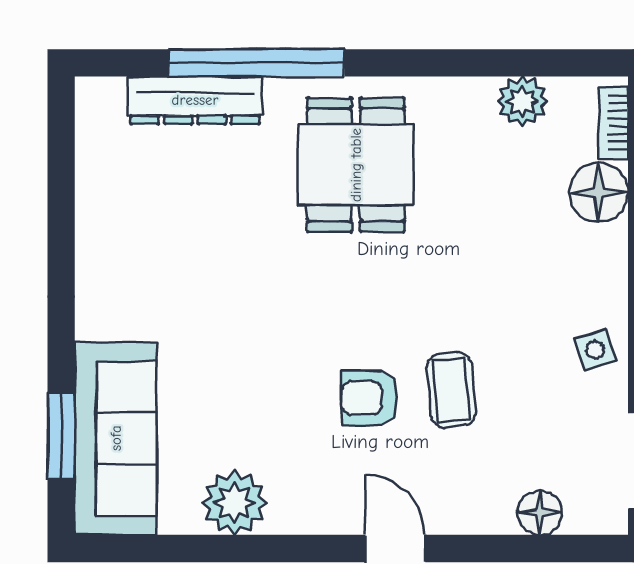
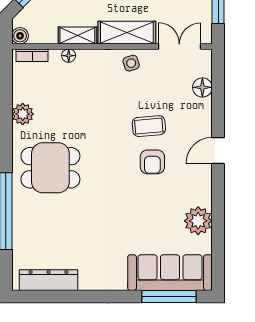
dresser: (195, 100) -> (48, 280), moved, turned -90
plant: (522, 101) -> (23, 114), moved
floor lamp: (599, 192) -> (69, 56), width x0.53, depth x0.53
window: (61, 436) -> (169, 296), width x1.44

